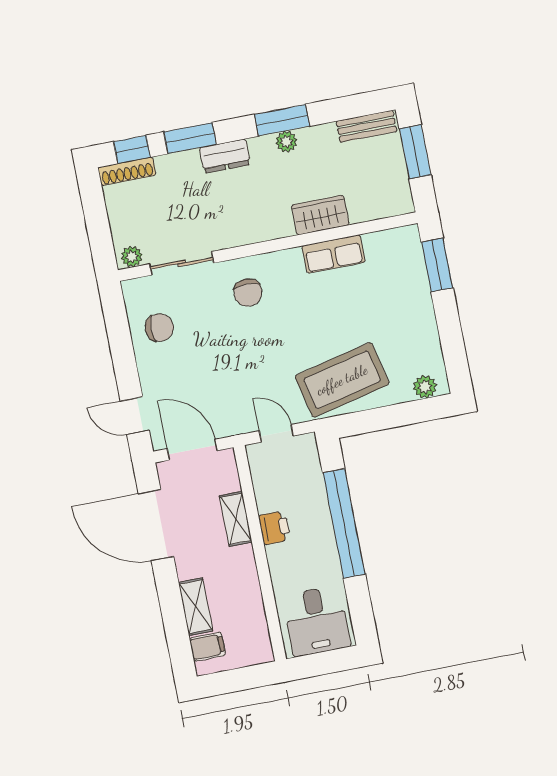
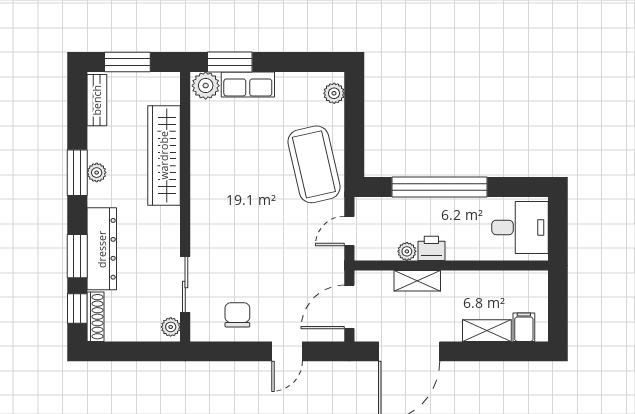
dresser: (225, 156) -> (102, 249), width x1.96, depth x1.24
wardrobe: (320, 215) -> (164, 155), width x2.10, depth x1.17
plant: (406, 243) -> (206, 86), added
row of seats: (334, 254) -> (248, 84), moved, turned 90
chair: (248, 293) -> (222, 232), removed
door: (135, 416) -> (287, 351), moved
plant: (266, 501) -> (407, 251), added

